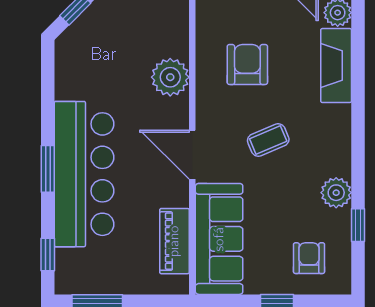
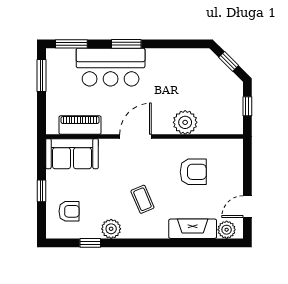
coffee table: (268, 140) -> (142, 199), moved
bar counter: (84, 174) -> (111, 67), width x0.73
sofa: (219, 239) -> (72, 154), width x0.73
window: (48, 255) -> (71, 44), width x1.50

